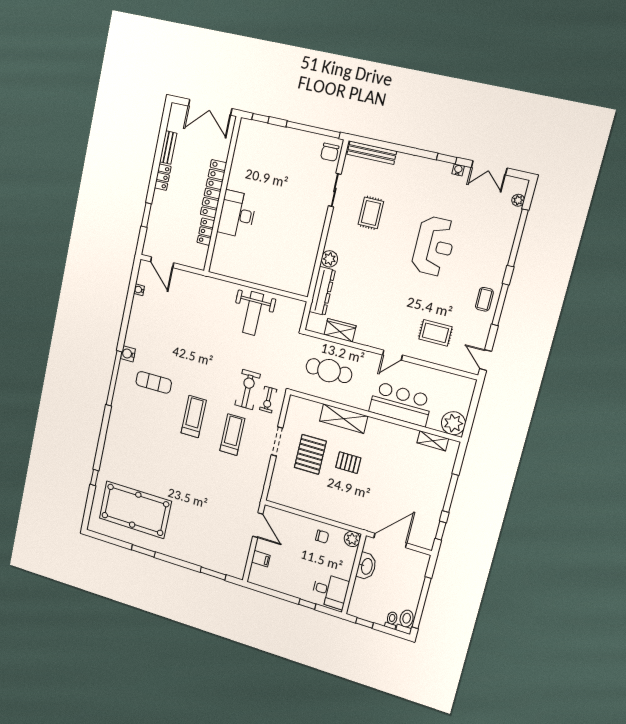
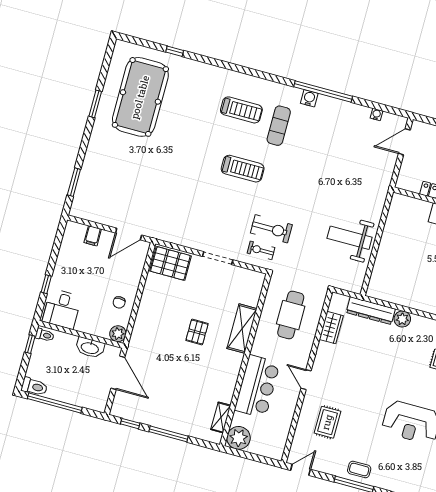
window: (114, 378) -> (323, 92), moved
treadmill: (232, 435) -> (241, 110), moved
pallet: (310, 454) -> (170, 263), moved
toilet: (392, 620) -> (45, 335), moved

